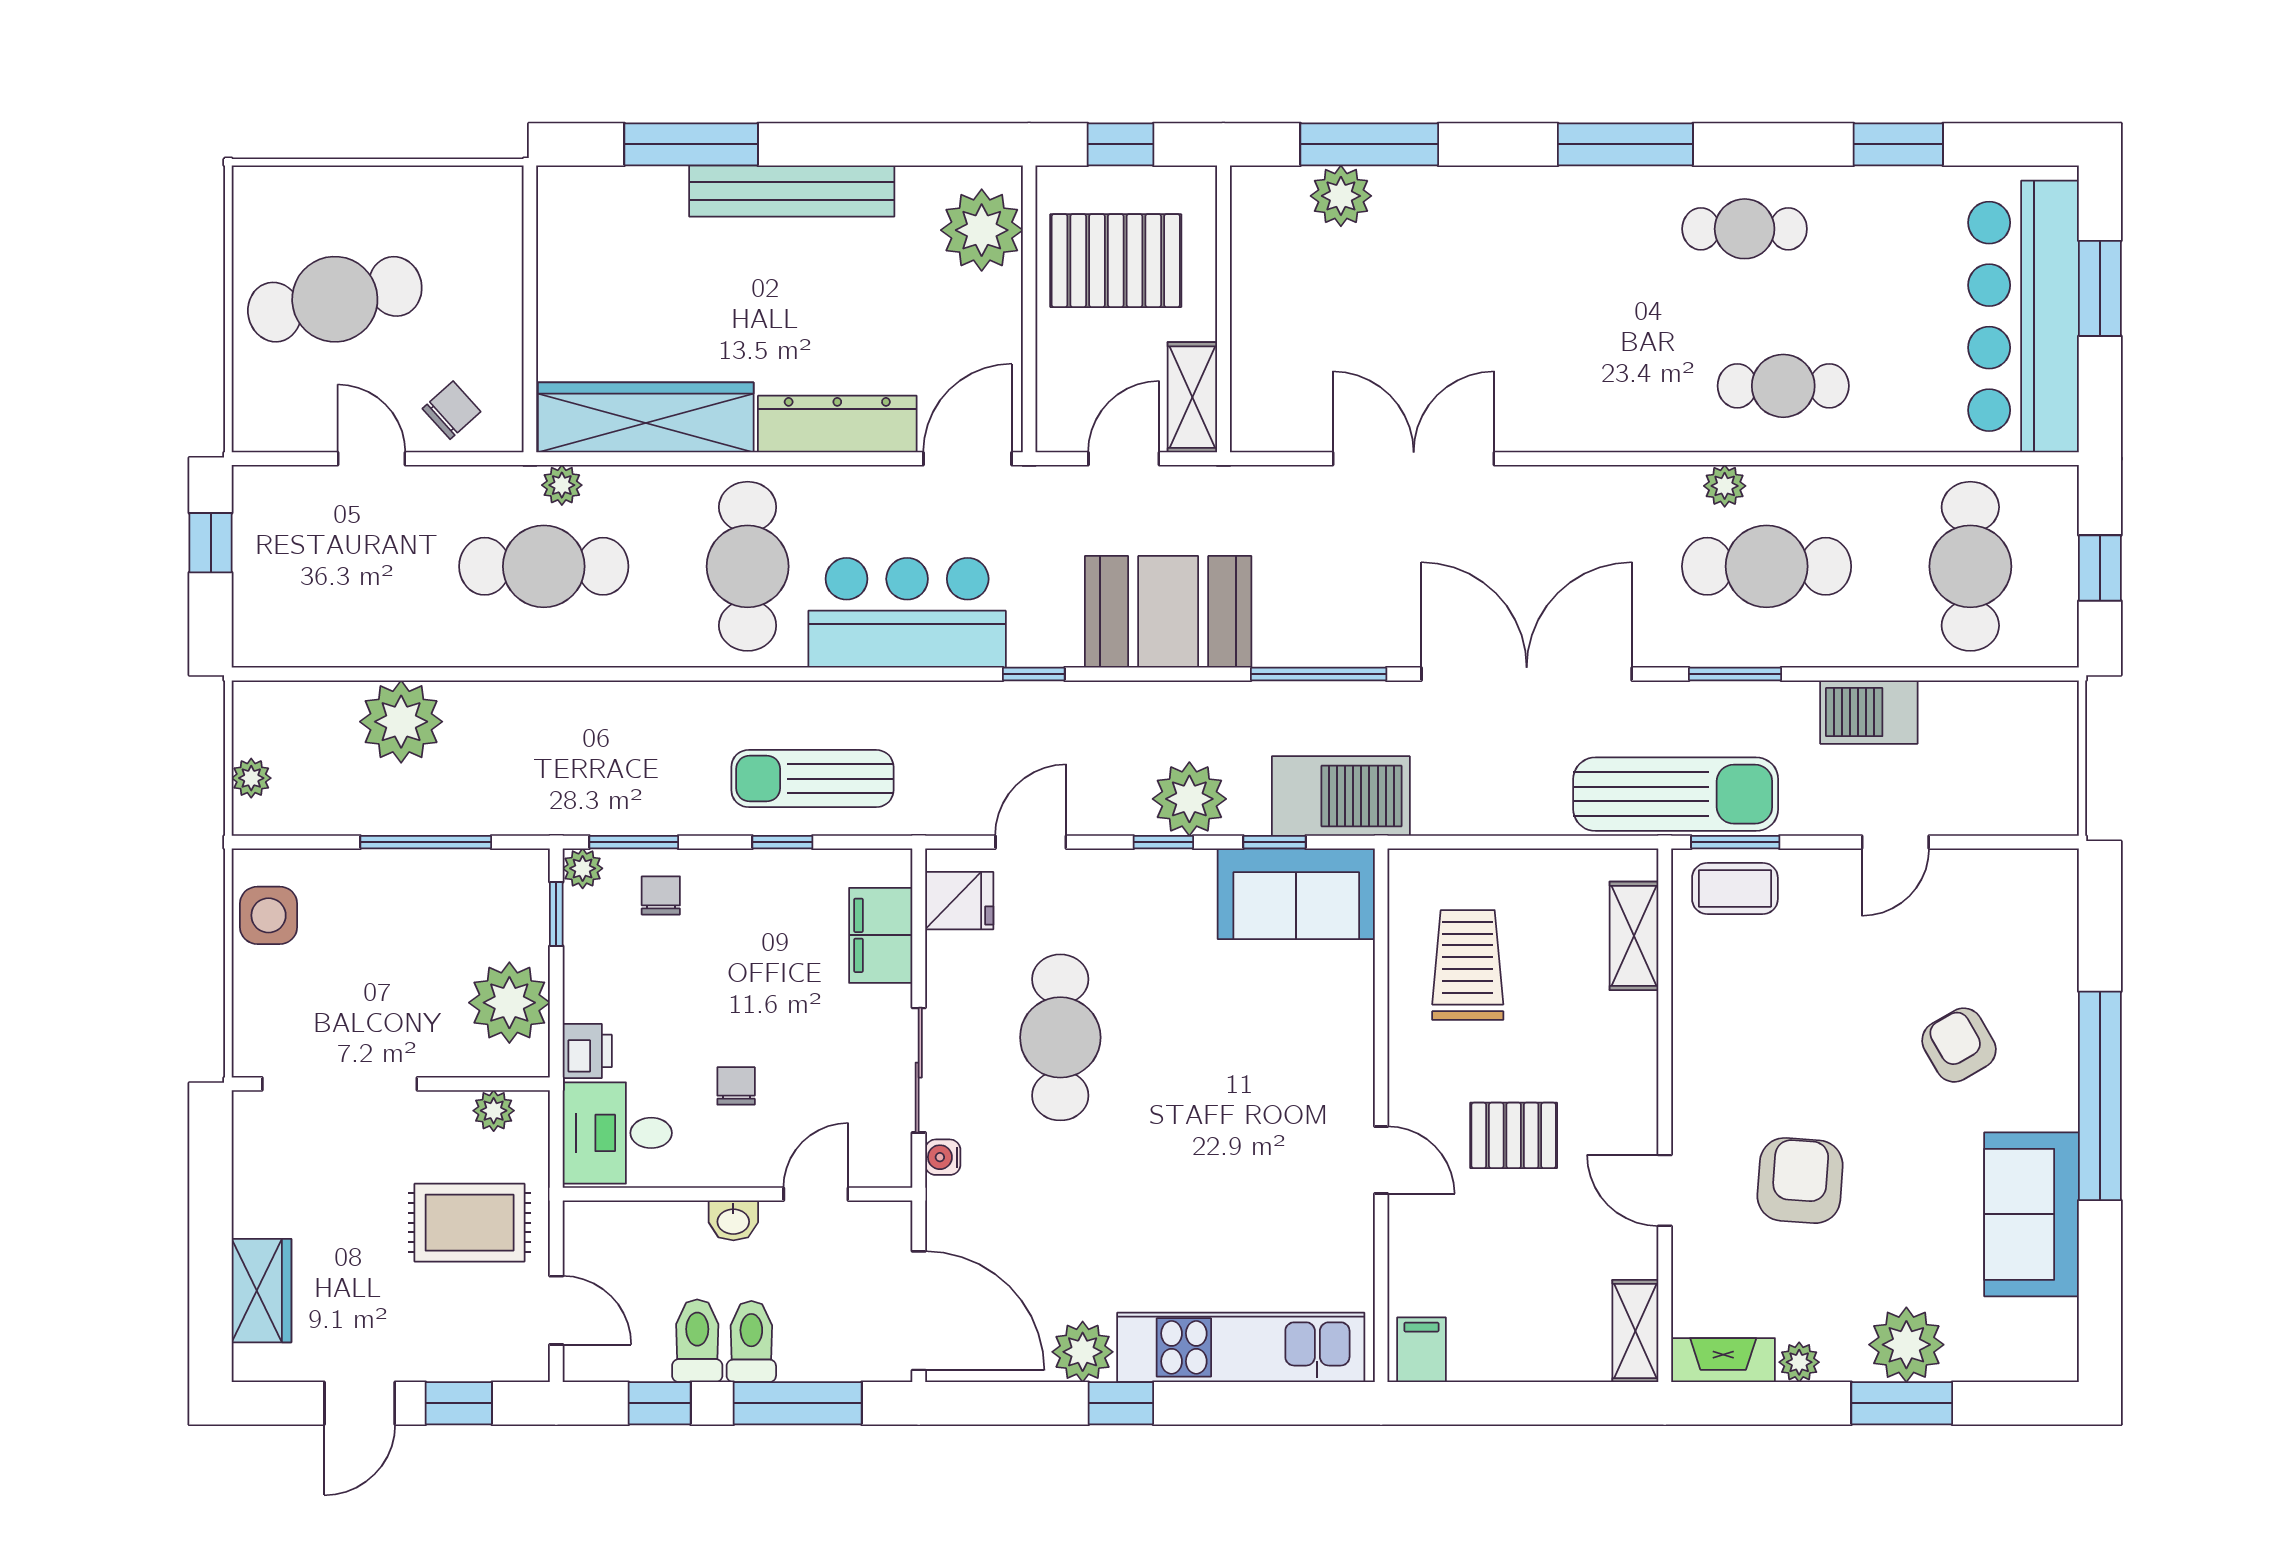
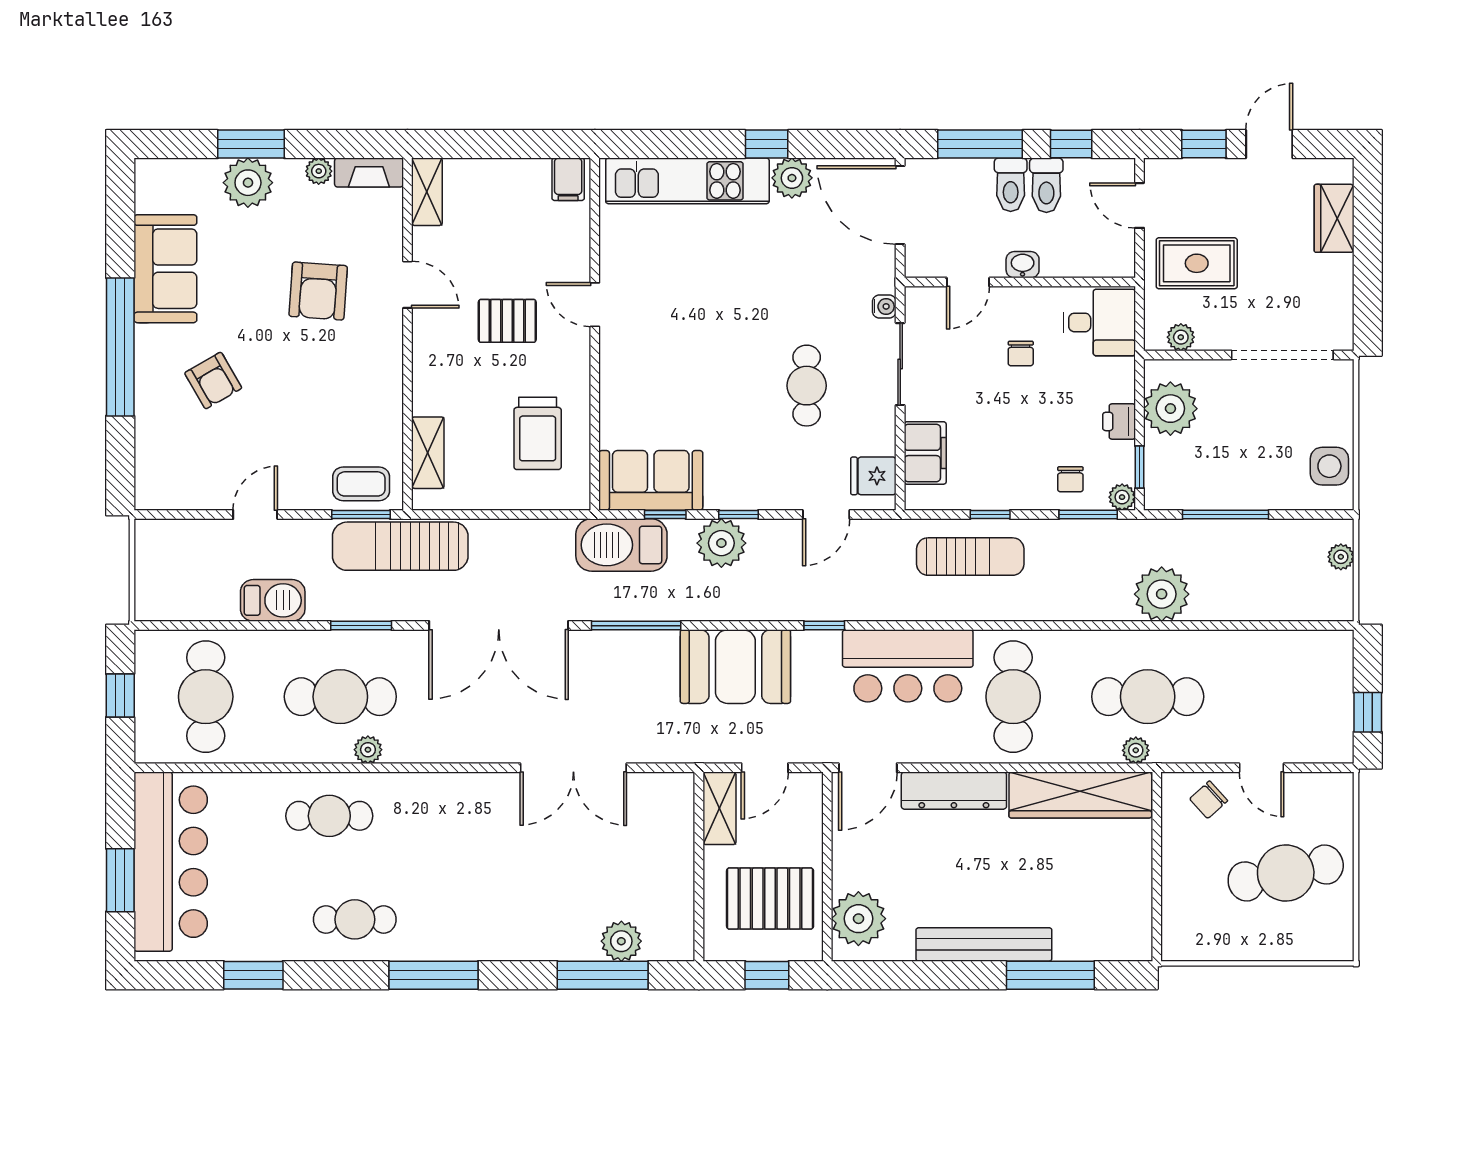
plant: (401, 722) -> (1162, 594), moved
cafe table: (1060, 1037) -> (807, 386), width x0.73, depth x0.74
printer: (587, 1051) -> (1119, 421), moved

